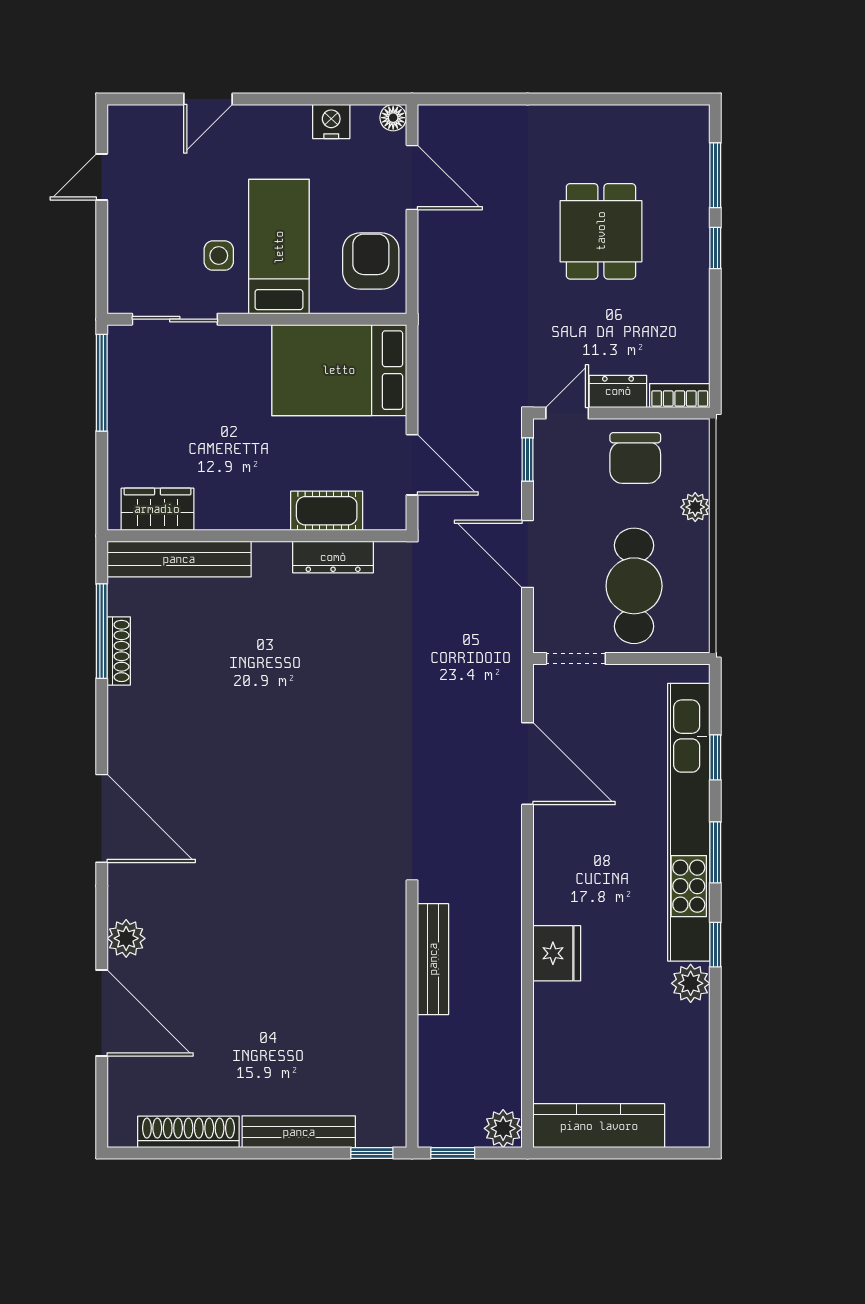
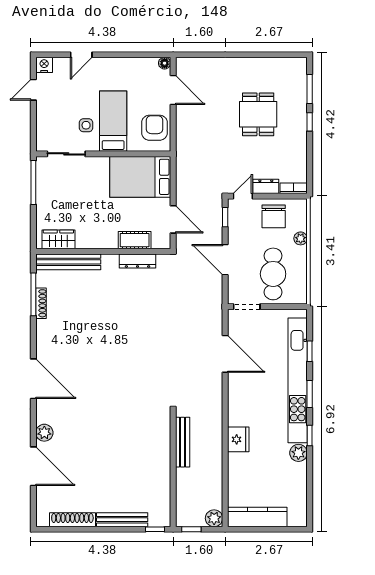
nightstand: (331, 121) -> (44, 65), moved

